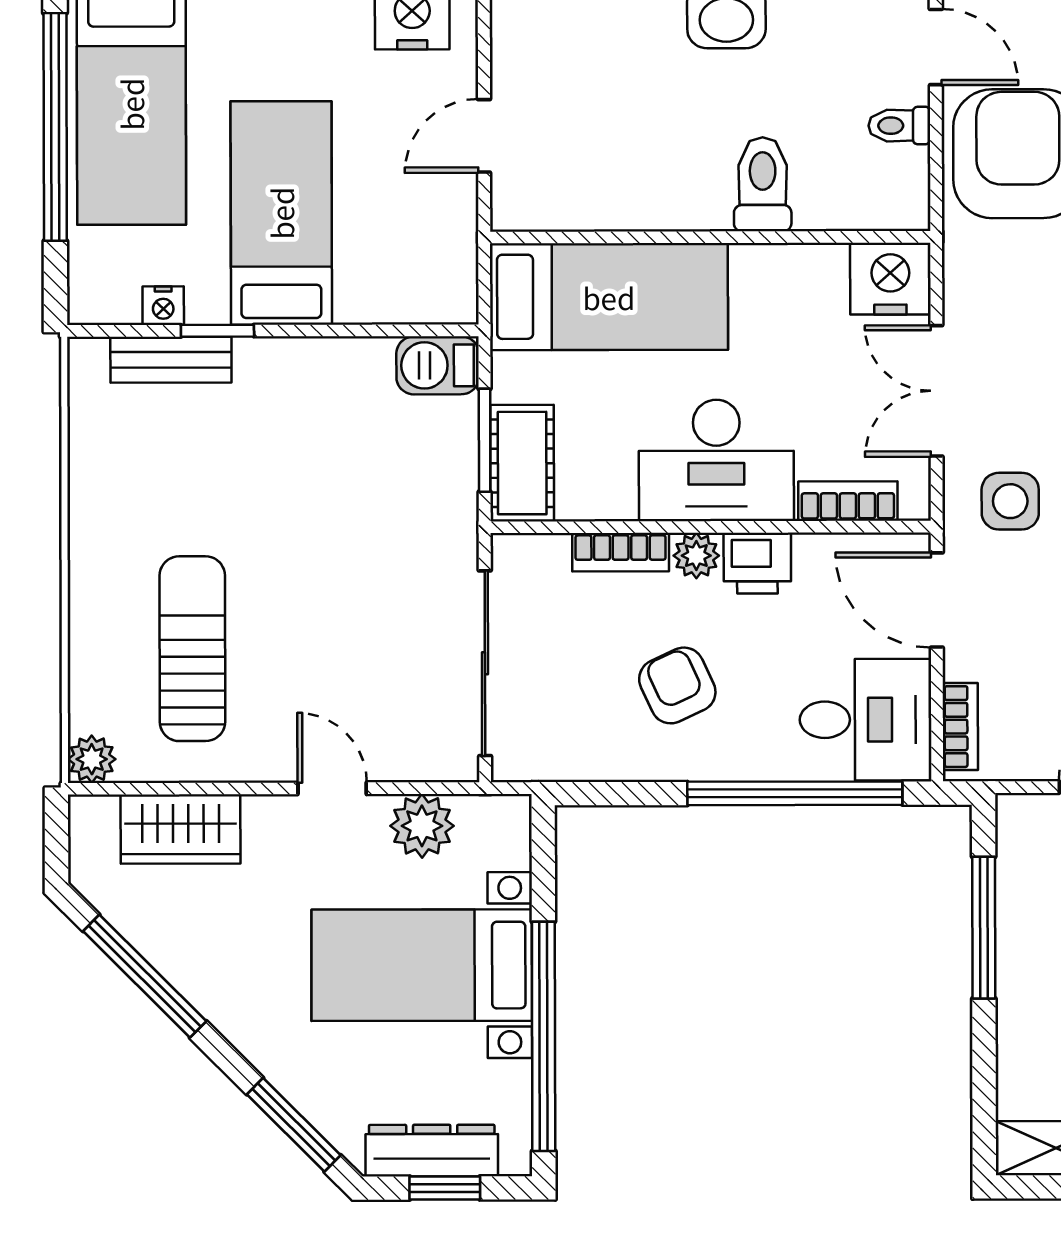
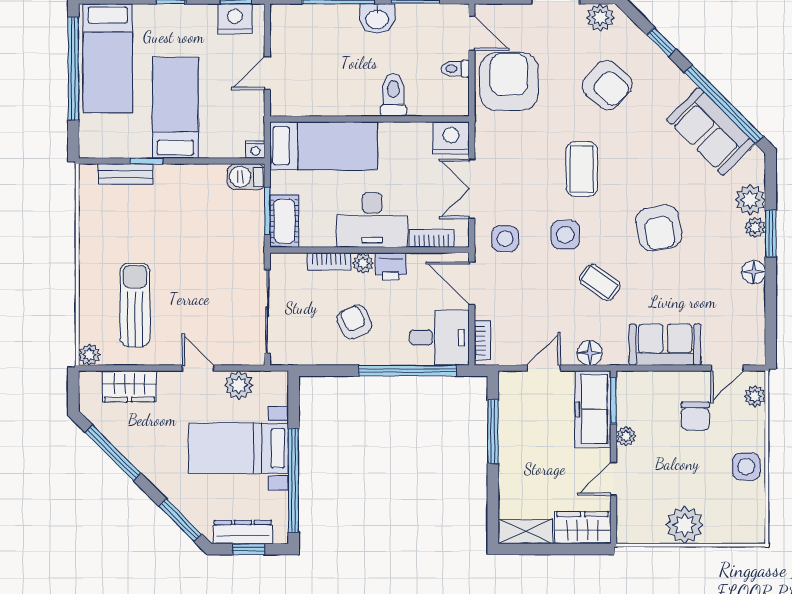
nightstand: (163, 306) -> (255, 150), moved

